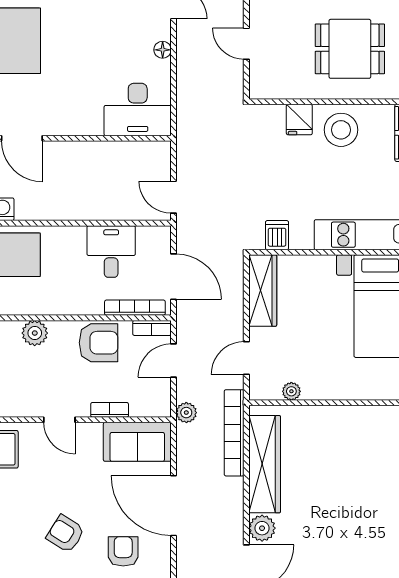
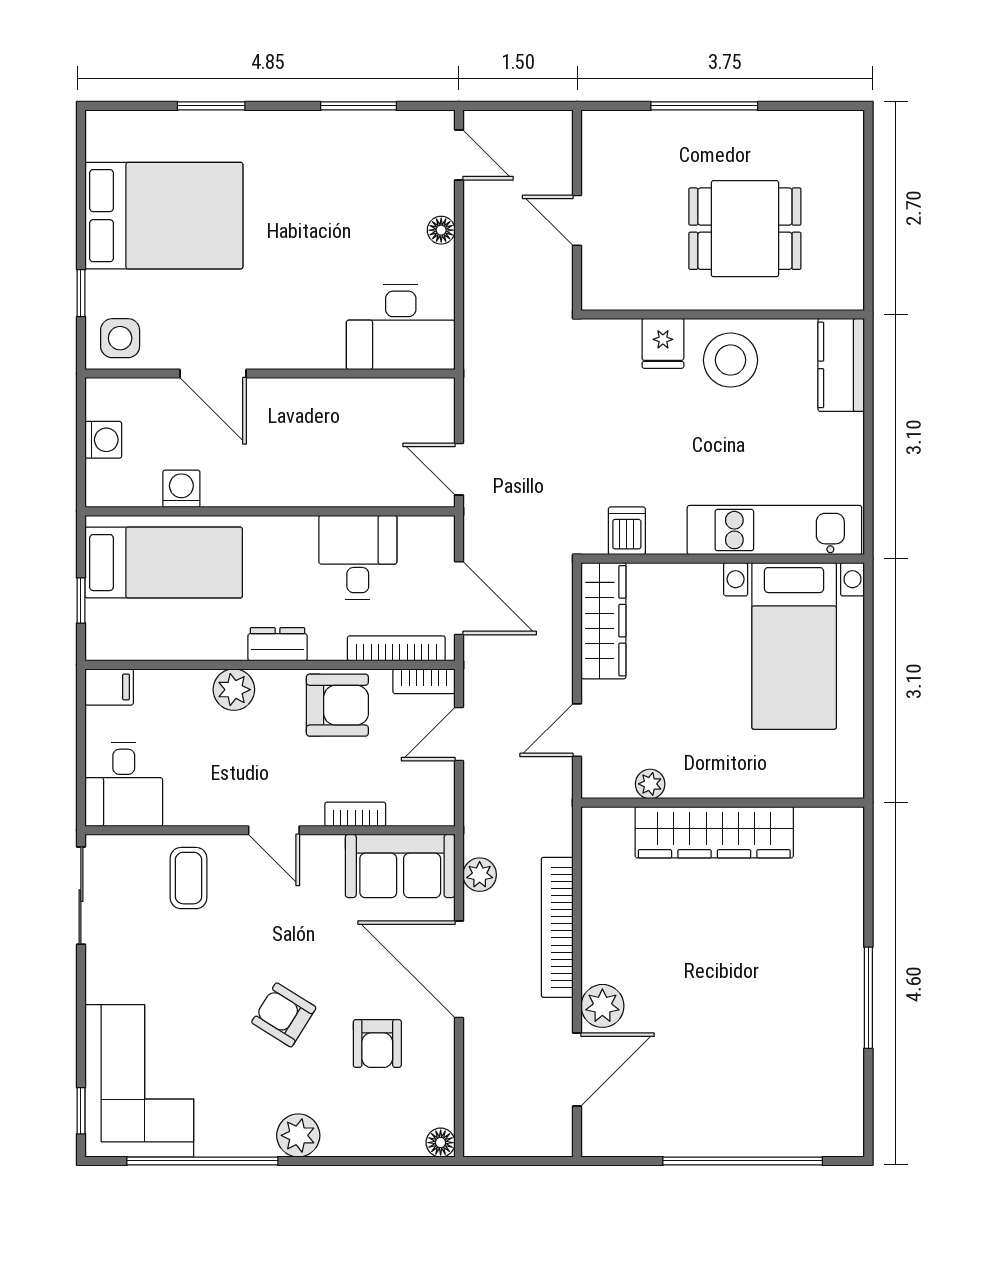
dresser: (62, 305) -> (278, 644), added
plant: (186, 413) -> (480, 875), moved
bookcase: (234, 433) -> (557, 927), moved
wardrobe: (265, 464) -> (714, 832), moved, turned 90
armchair: (123, 551) -> (377, 1044), turned 180

